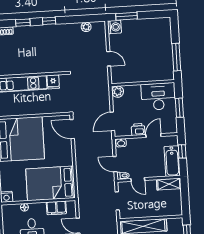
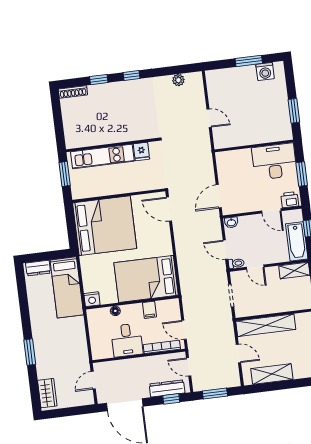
window: (127, 16) -> (249, 61), moved
washing machine: (114, 27) -> (265, 71), moved, turned 90
window: (176, 57) -> (294, 111), width x0.69
plant: (118, 92) -> (223, 159), removed
printer: (138, 129) -> (290, 200), moved
door: (153, 136) -> (271, 211), swing flipped
filing cabinet: (56, 208) -> (149, 310), width x0.50

